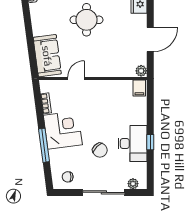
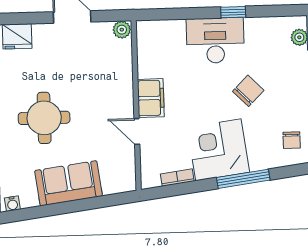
sofa: (47, 56) -> (69, 183), moved
filing cabinet: (139, 88) -> (151, 98), moved, width x2.00
desk: (132, 143) -> (215, 41), moved

